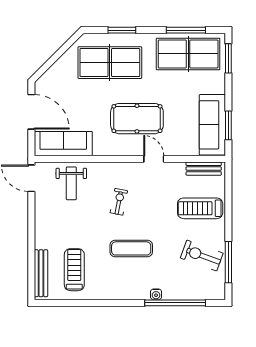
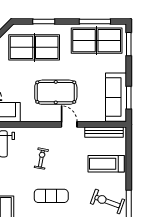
bench: (204, 169) -> (104, 132), width x1.36

